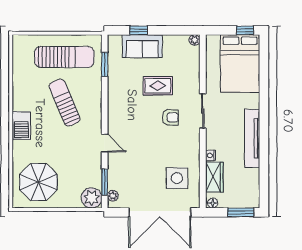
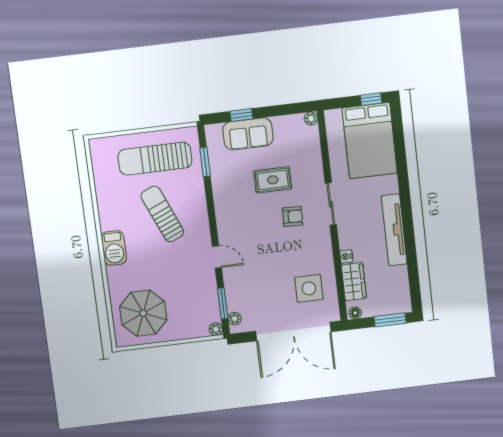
sun lounger: (64, 57) -> (155, 159), turned 180
plant: (92, 198) -> (216, 329), width x0.53, depth x0.53

